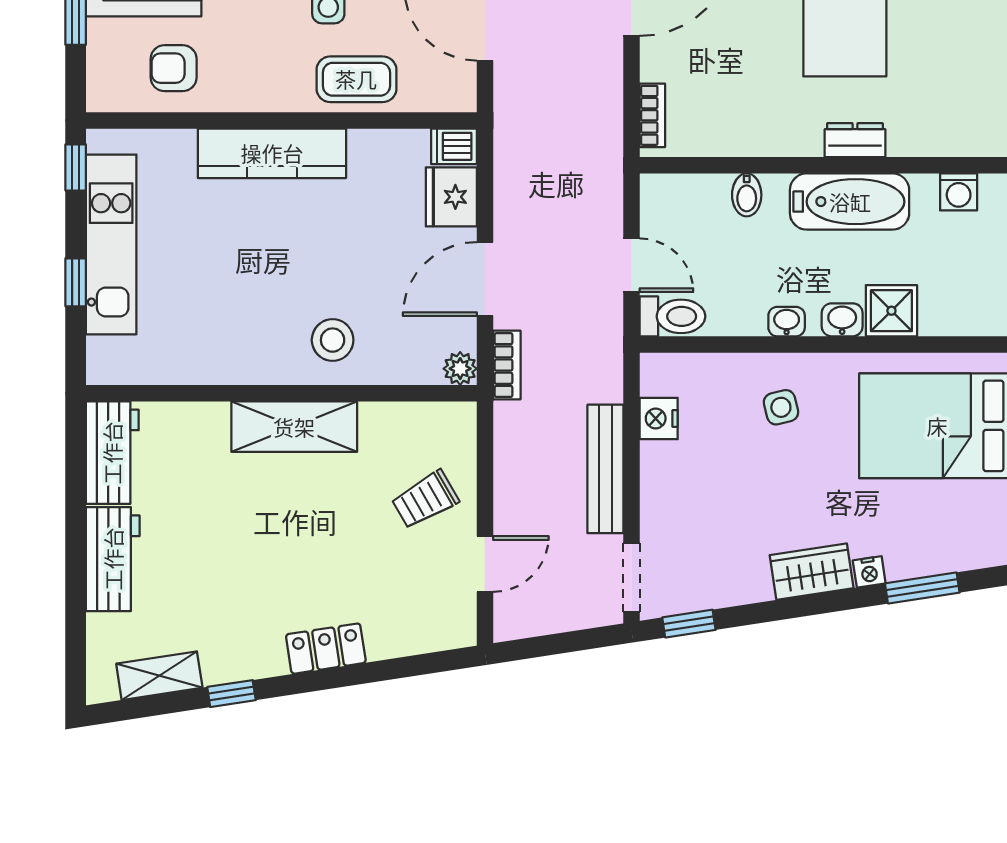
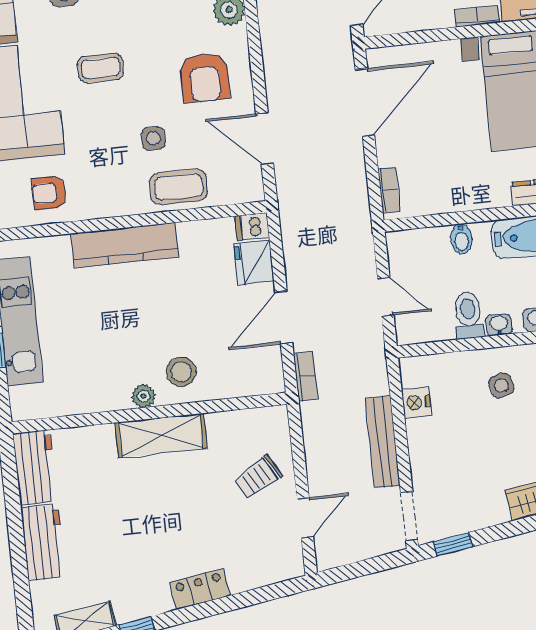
toilet: (672, 316) -> (468, 315), moved, turned -90
plant: (460, 369) -> (144, 396), moved

